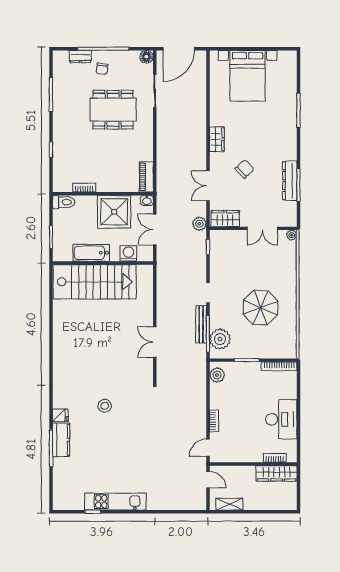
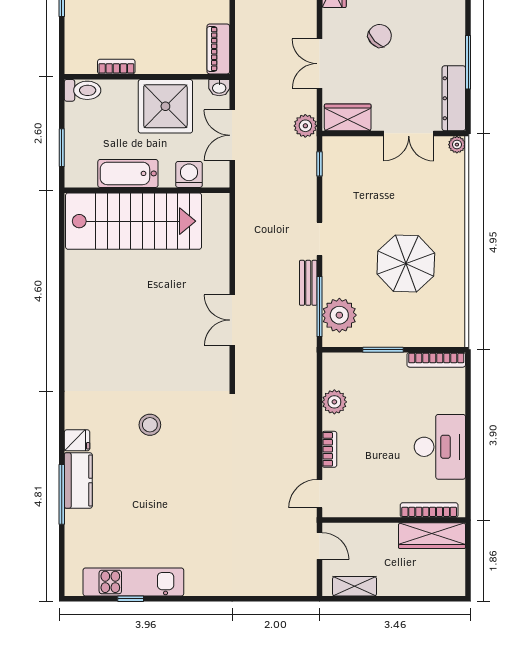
dresser: (290, 181) -> (454, 98), moved
bench: (201, 324) -> (308, 283), width x0.73
plant: (217, 375) -> (334, 402), moved
bookcase: (275, 458) -> (429, 510), width x1.56
kitchen unit: (115, 502) -> (133, 582), moved

